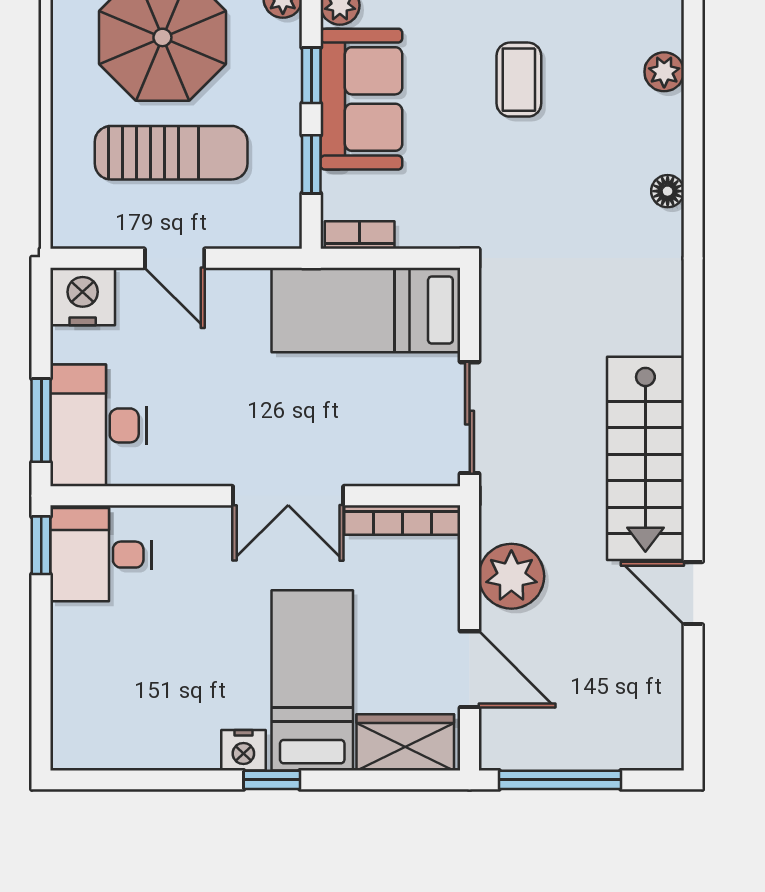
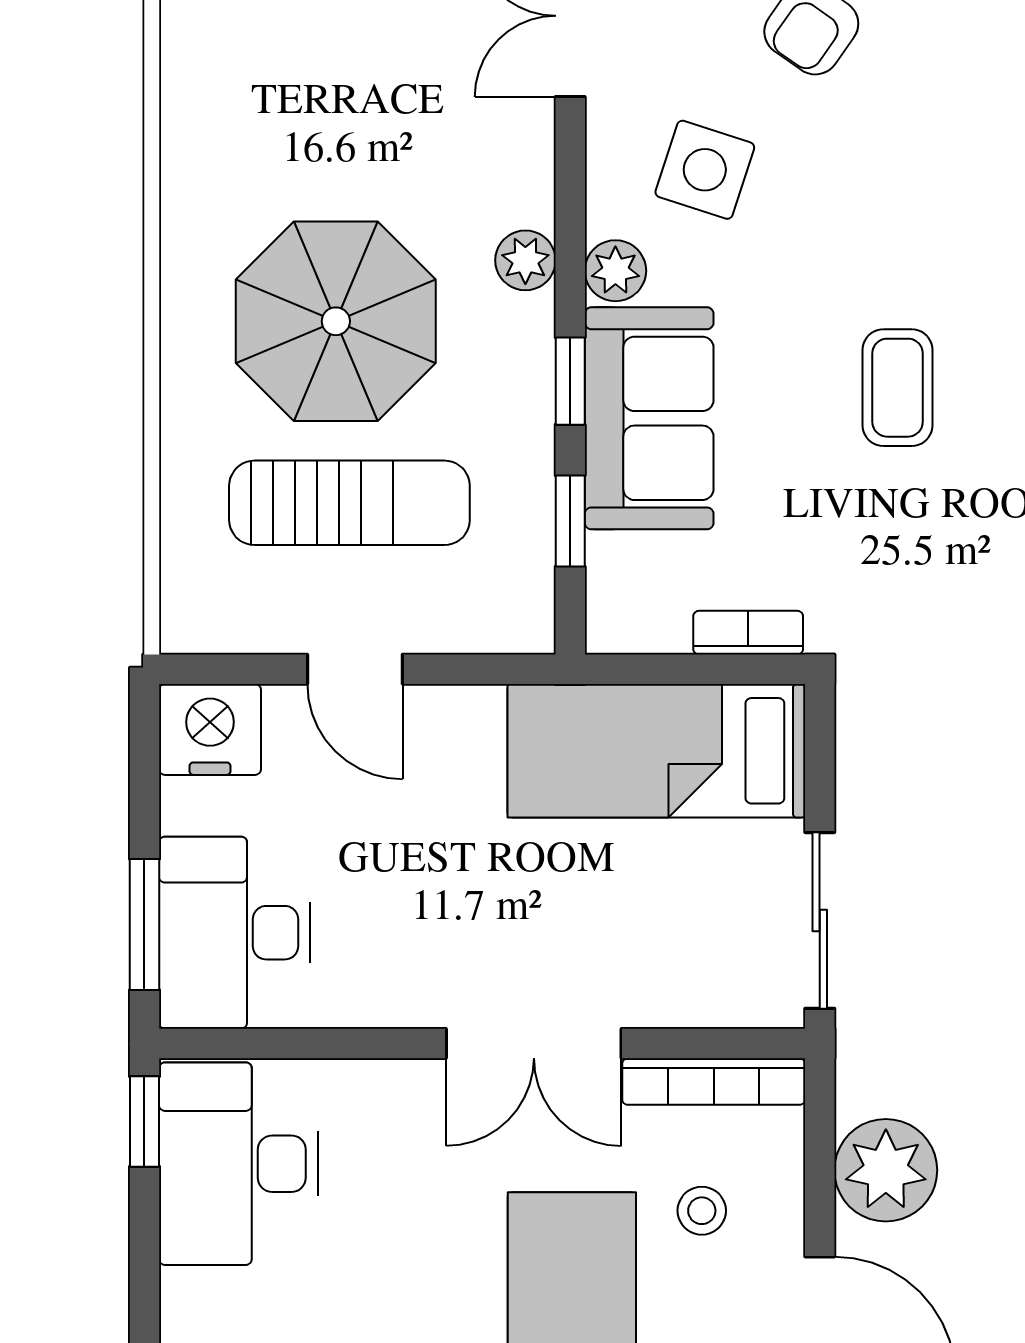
bookcase: (360, 235) -> (748, 633), moved
desk: (101, 555) -> (239, 1164), width x1.37
stool: (395, 602) -> (702, 1211), added

